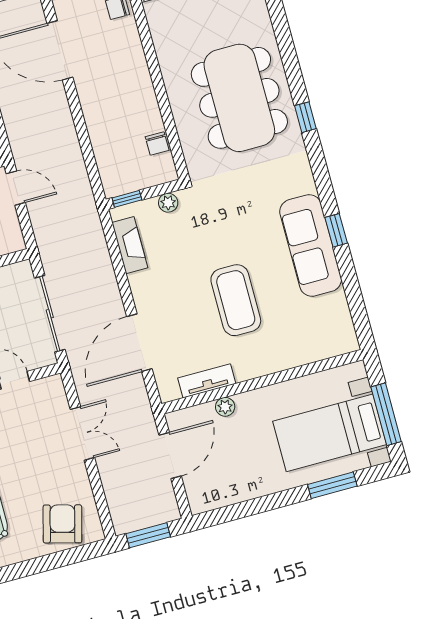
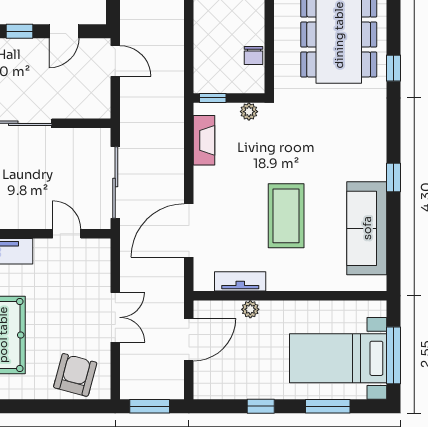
sofa: (311, 245) -> (367, 228), moved
double door: (82, 433) -> (115, 317), moved
window: (263, 504) -> (261, 406), added

